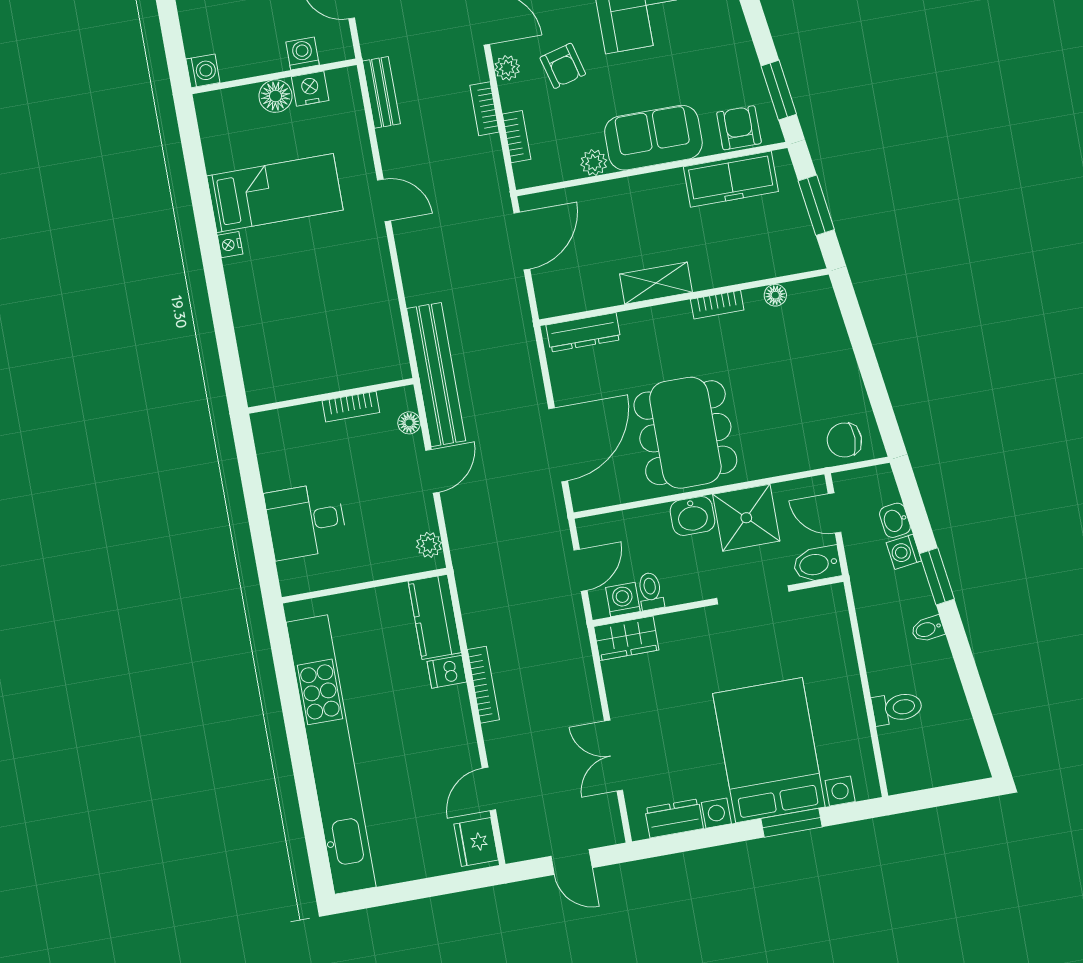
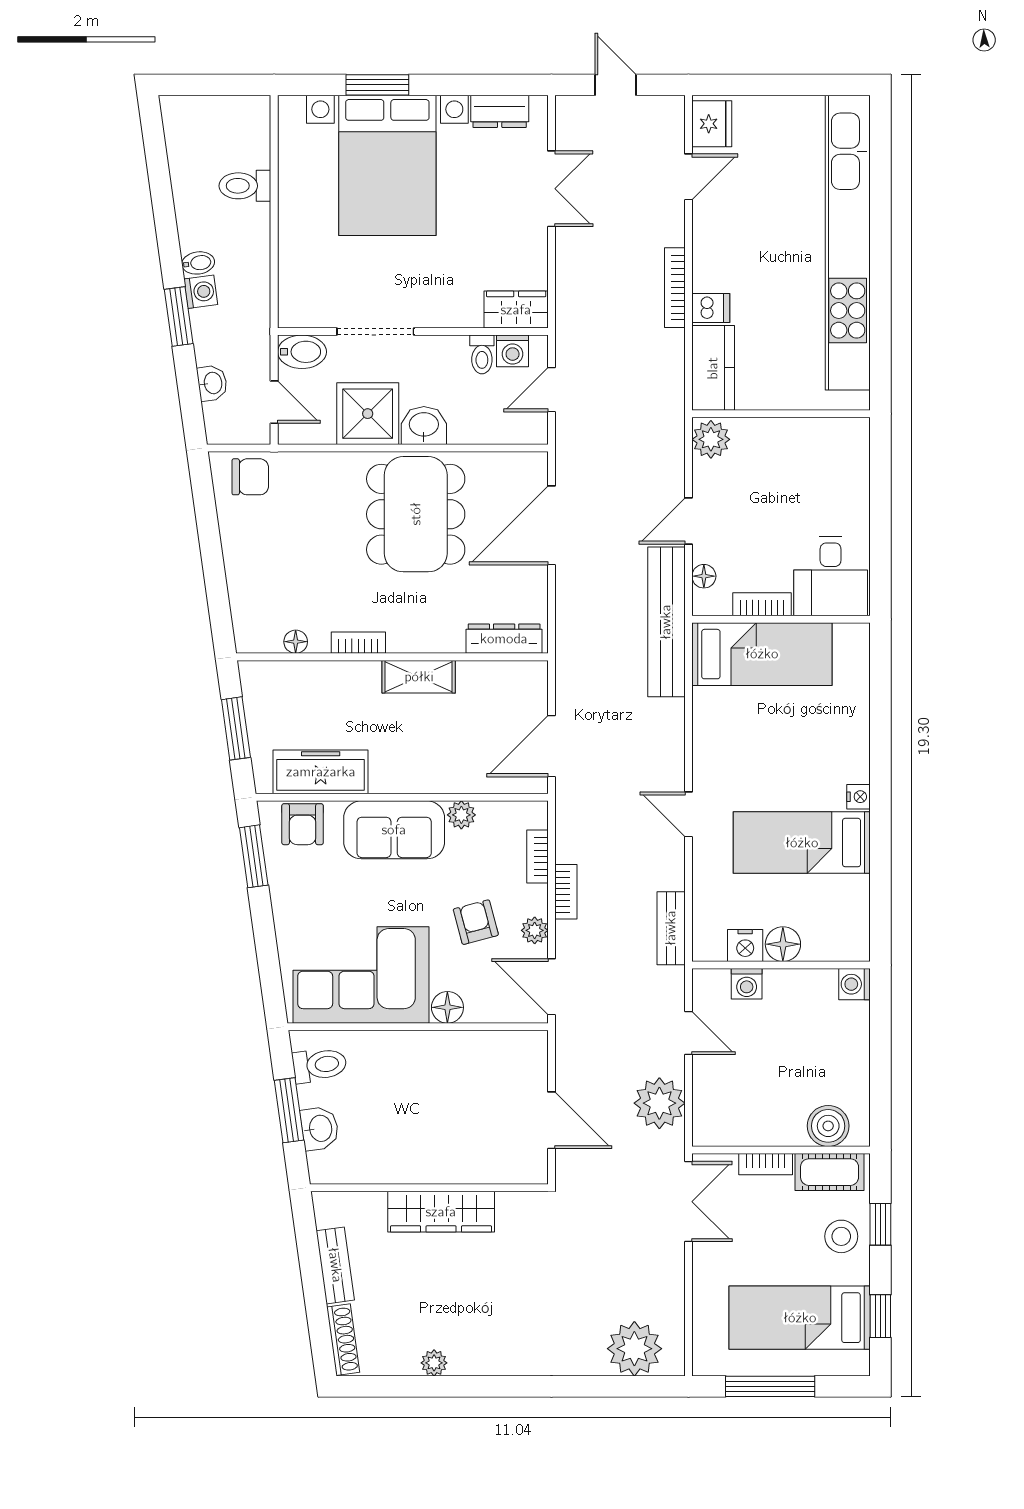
bed: (343, 360) -> (762, 654), added
desk: (306, 521) -> (831, 576), moved, turned 90
plant: (429, 545) -> (711, 439), width x1.38, depth x1.38
washing machine: (904, 552) -> (201, 292), moved

